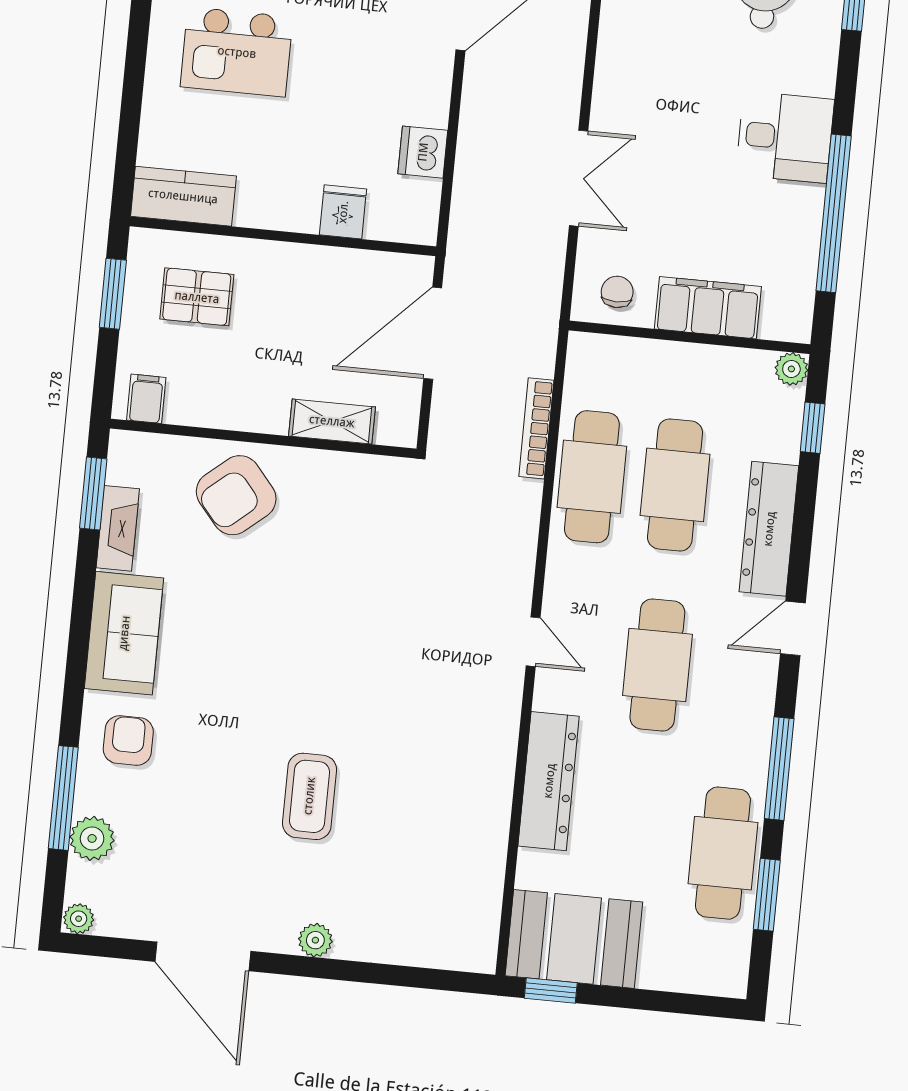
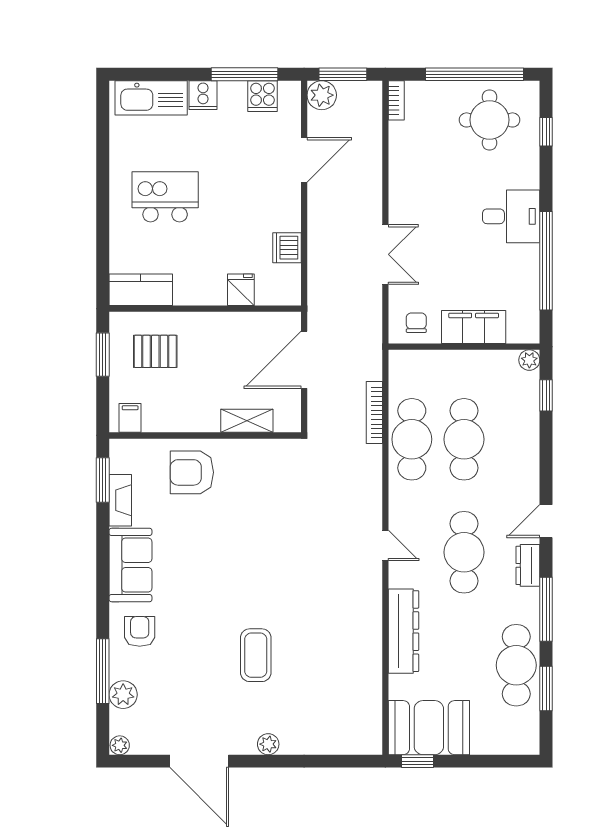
kitchen island: (237, 52) -> (165, 197), turned 180
armchair: (236, 495) -> (192, 472), turned 40
dresser: (769, 529) -> (528, 565), moved, width x0.51, depth x0.80

